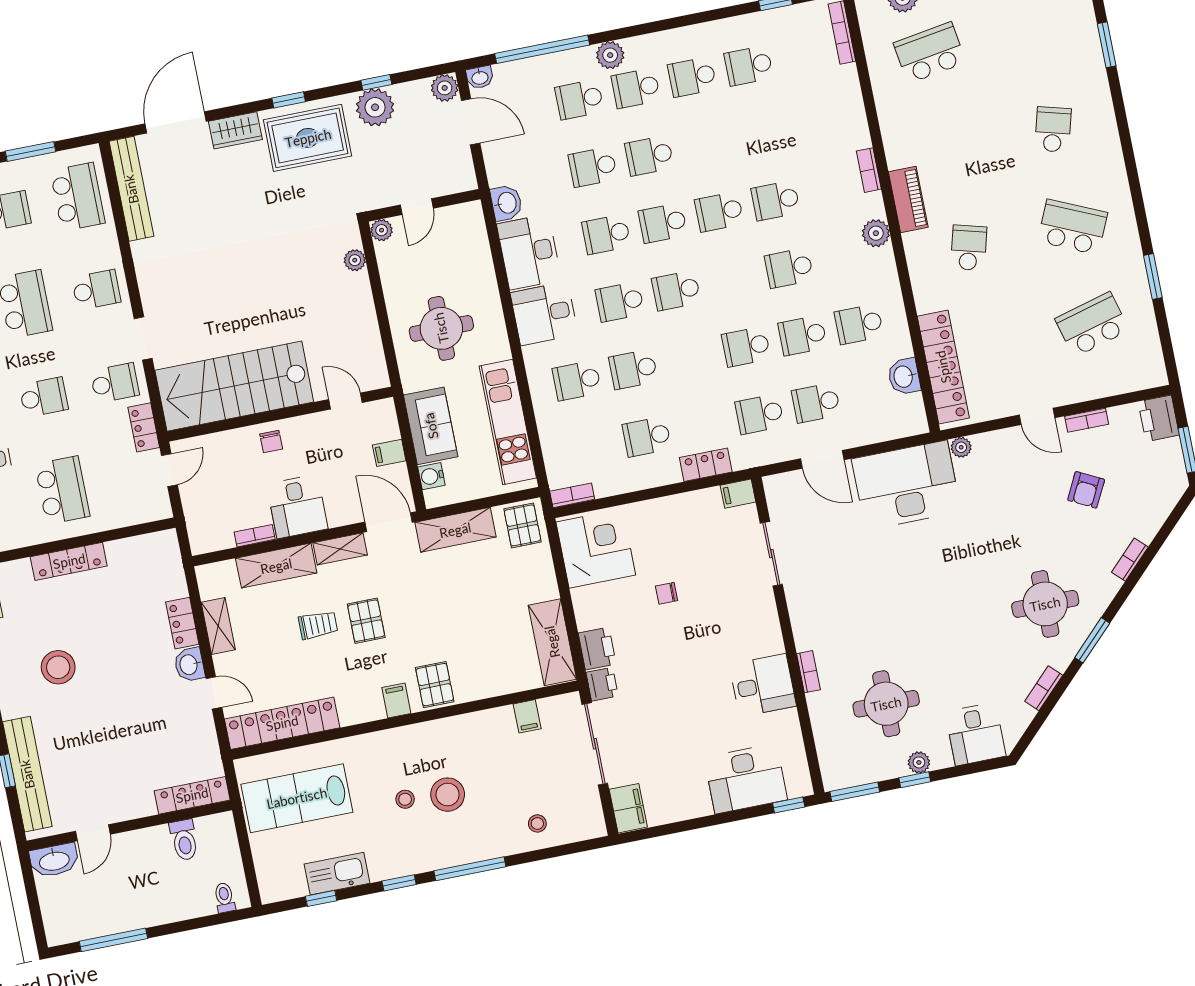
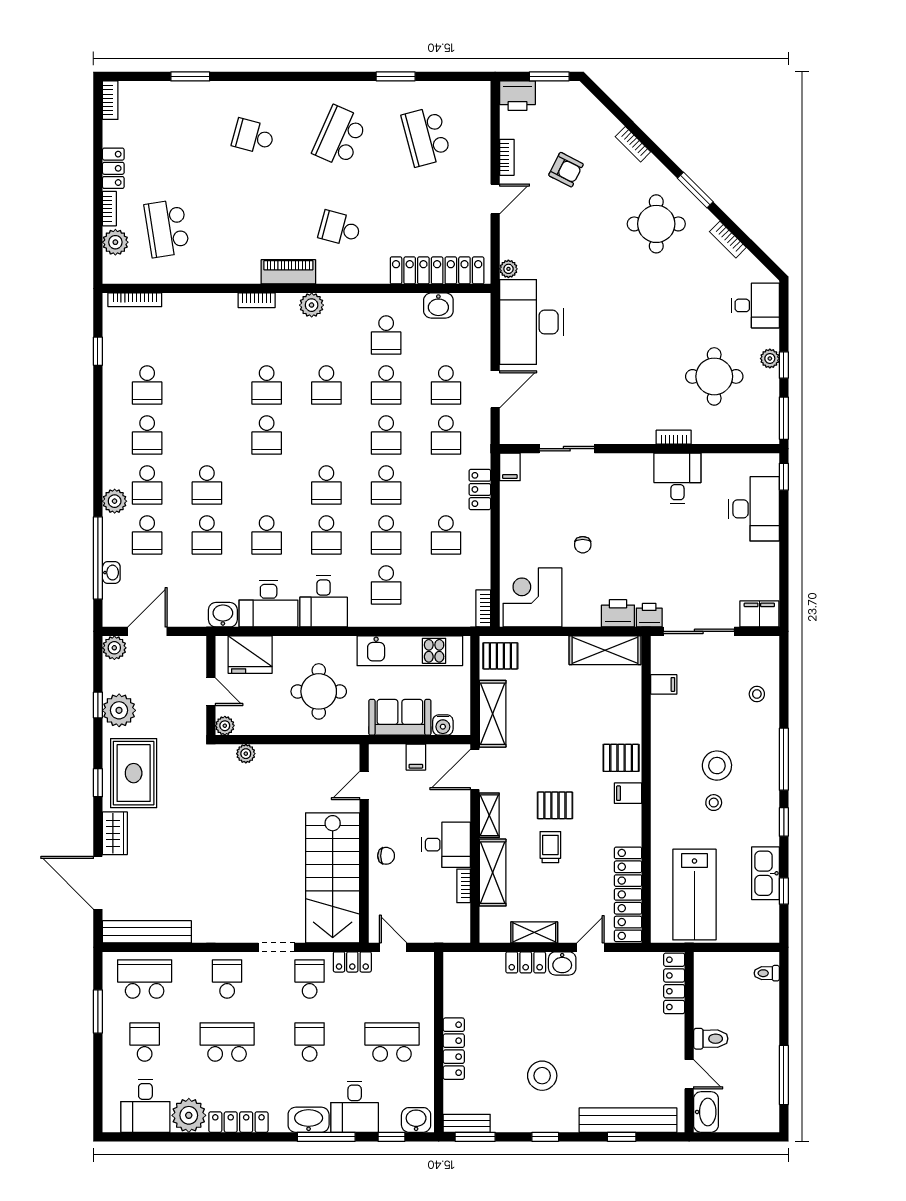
washbasin: (480, 77) -> (111, 573), moved
school desk: (663, 223) -> (386, 485), moved
fridge: (467, 243) -> (250, 655), added
toilet: (184, 840) -> (711, 1039), moved

